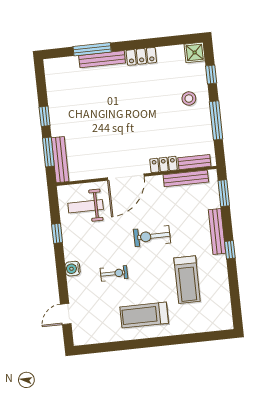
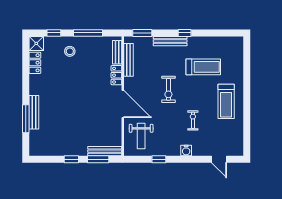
locker: (141, 56) -> (35, 63), moved

